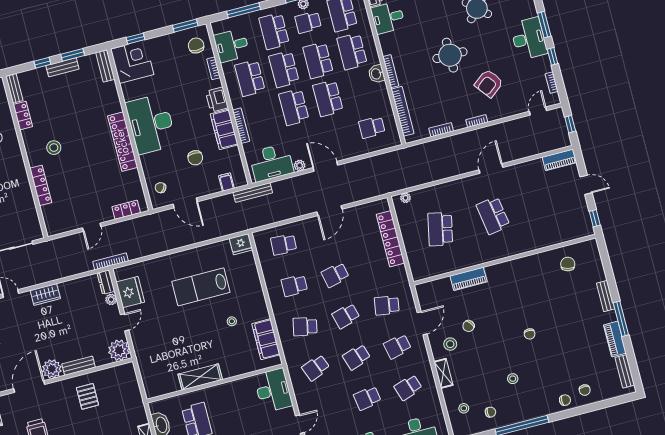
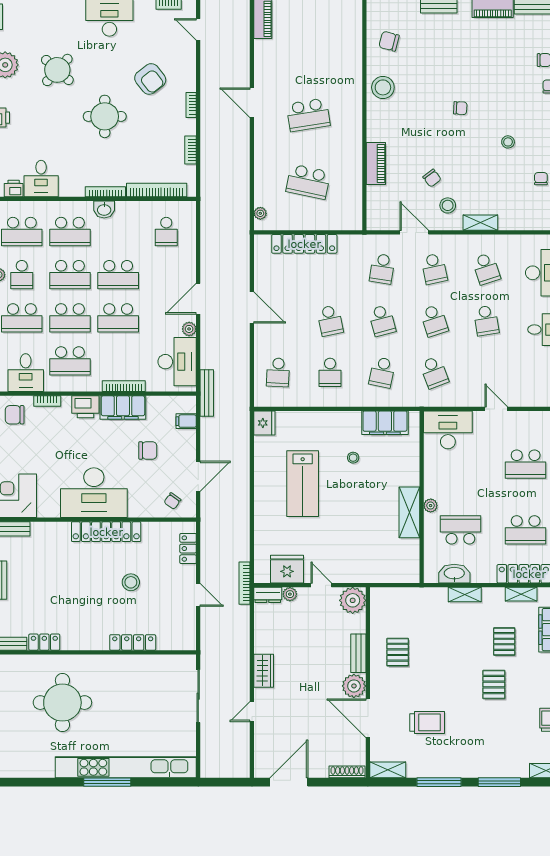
stool: (54, 148) -> (131, 582), moved
plant: (210, 392) -> (431, 506), added
pallet: (87, 396) -> (398, 652), turned 90
stool: (464, 408) -> (383, 87), moved, width x1.89, depth x1.89

